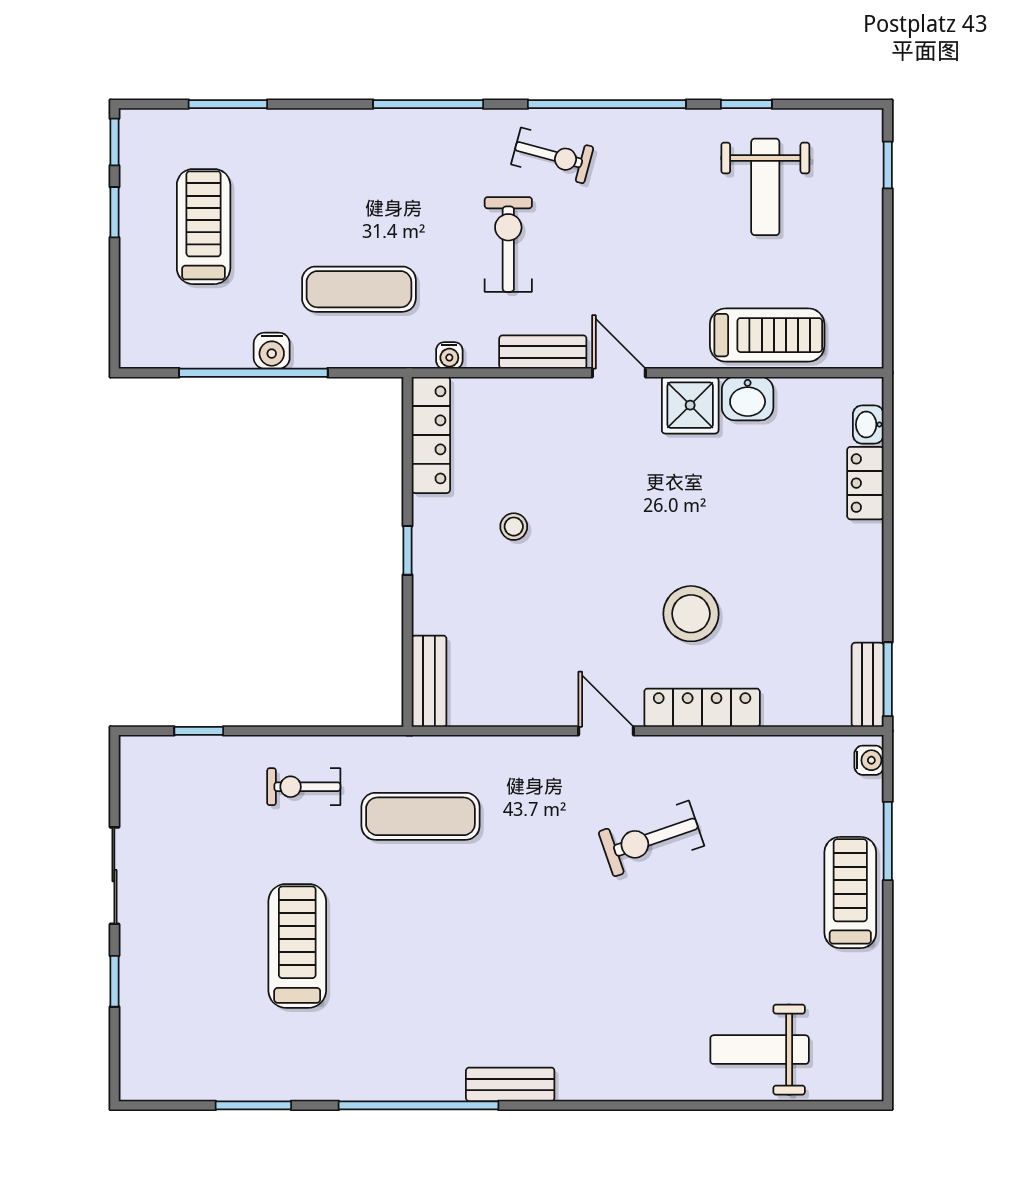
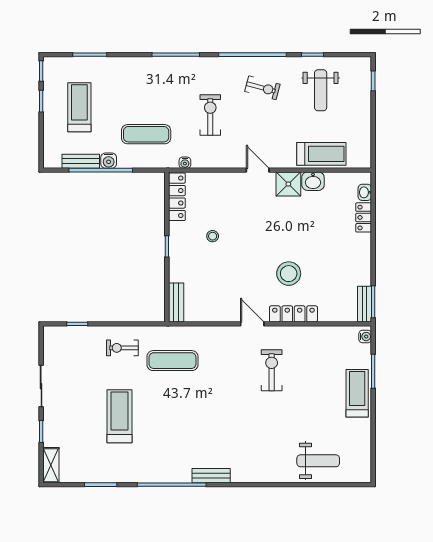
exercise bike: (552, 156) -> (262, 88), moved
bench: (543, 352) -> (81, 161), moved
exercise bike: (651, 839) -> (272, 370), turned 109
weight bench: (760, 1050) -> (318, 461), turned 180
shelving: (137, 1060) -> (51, 465), added

